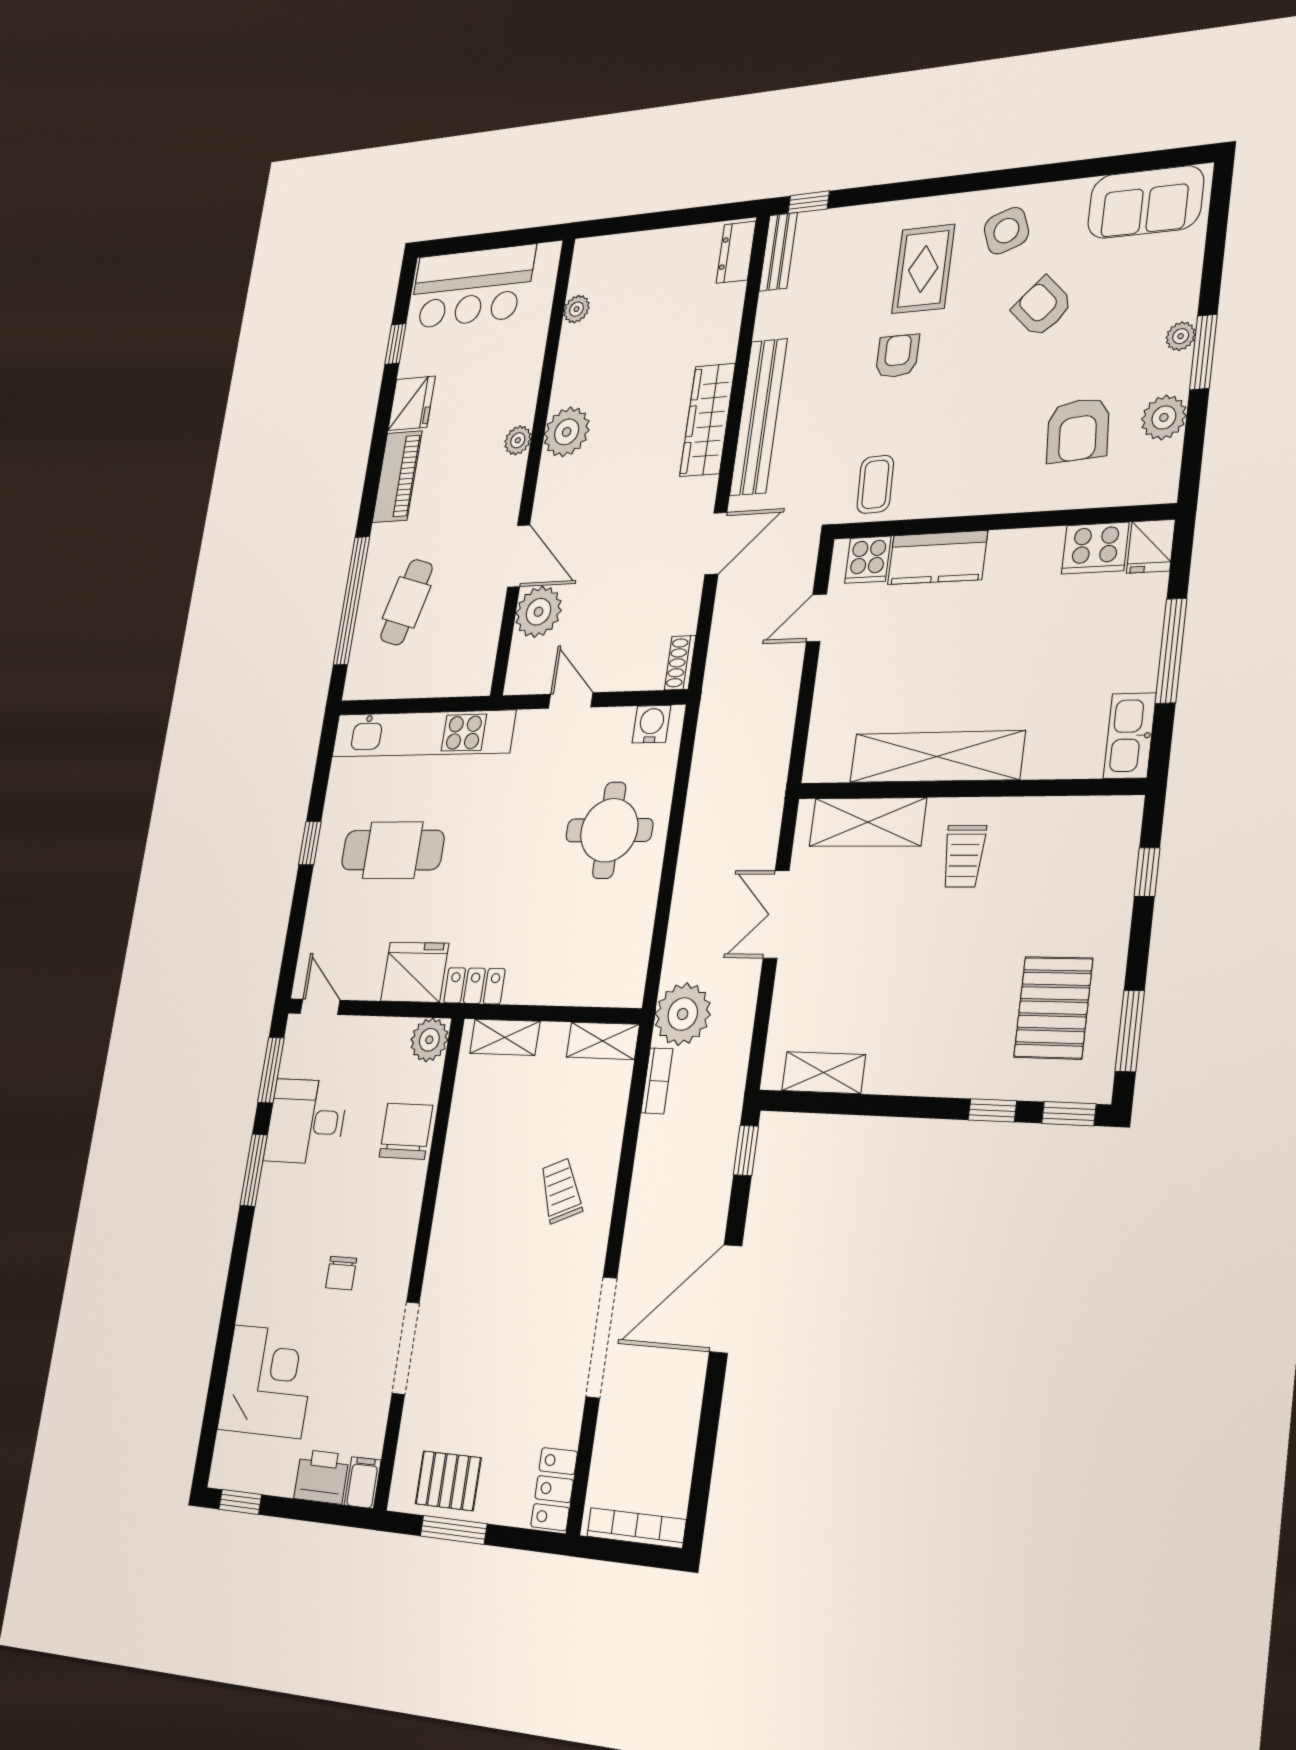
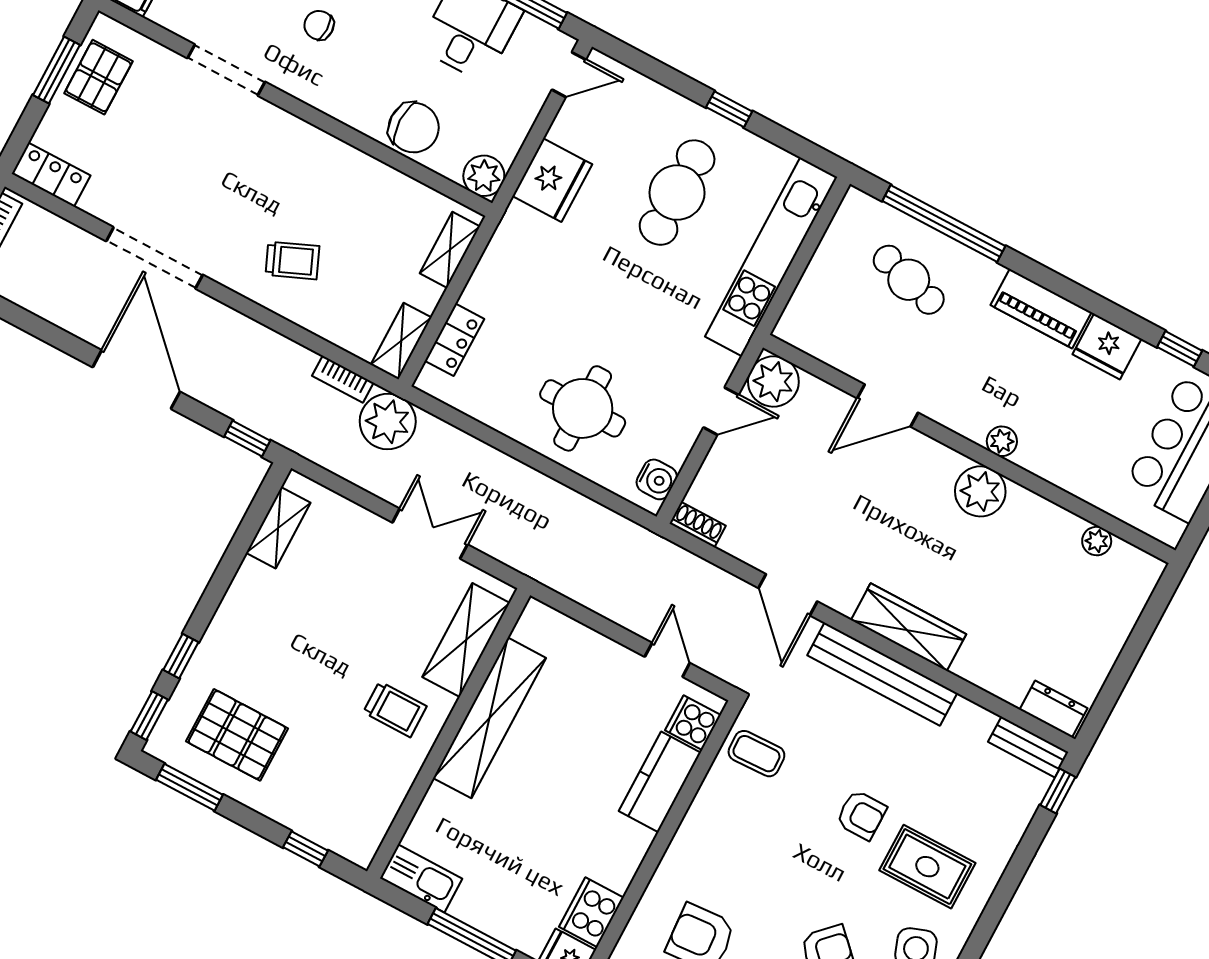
plant: (538, 612) -> (773, 382), moved
trolley: (964, 856) -> (395, 709), turned 180
locker: (474, 986) -> (455, 340), moved

